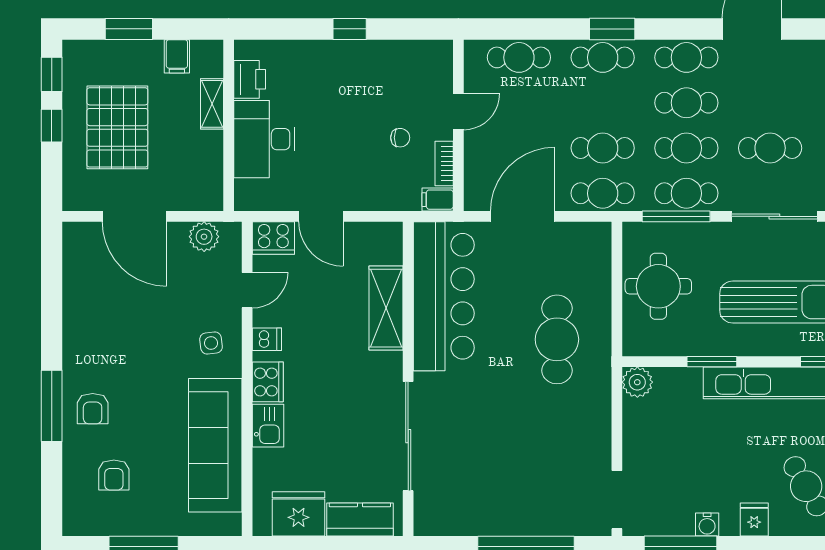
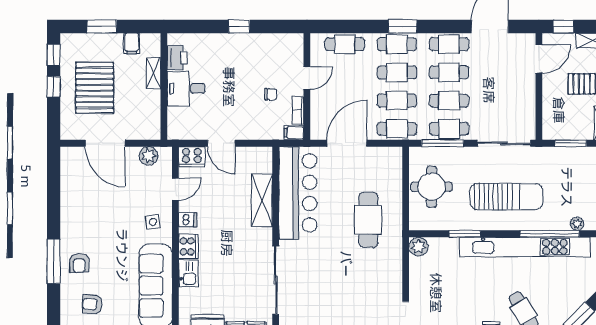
desk: (264, 139) -> (186, 89), width x0.73
cafe table: (770, 148) -> (397, 72), moved
armchair: (114, 475) -> (92, 304), turned 94

